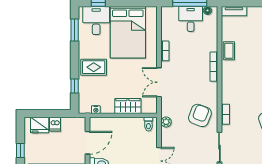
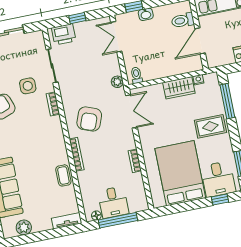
double door: (159, 82) -> (131, 111), moved
window: (75, 86) -> (227, 101), width x2.17
wardrobe: (128, 106) -> (179, 88), moved
armchair: (200, 115) -> (89, 119), moved
side table: (244, 134) -> (28, 86), added

